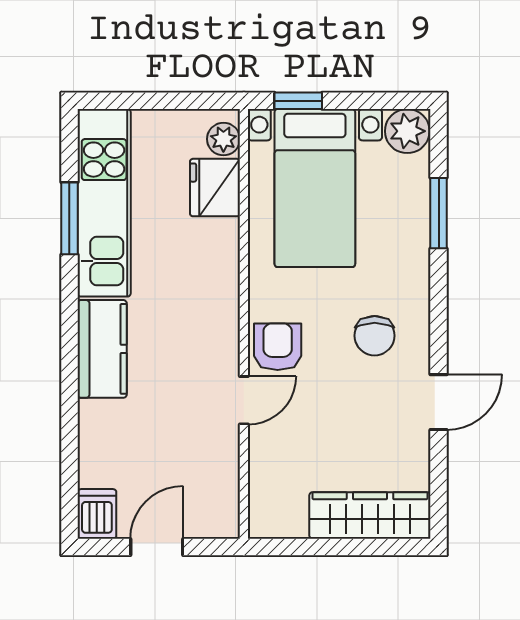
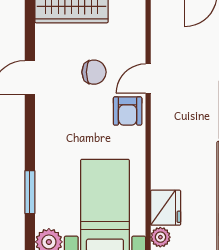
chair: (375, 336) -> (94, 72), moved, turned 90

